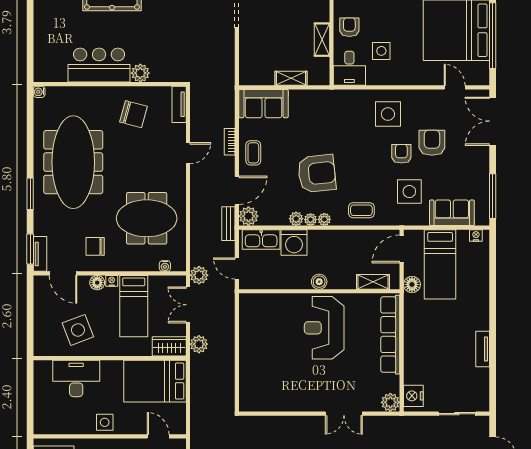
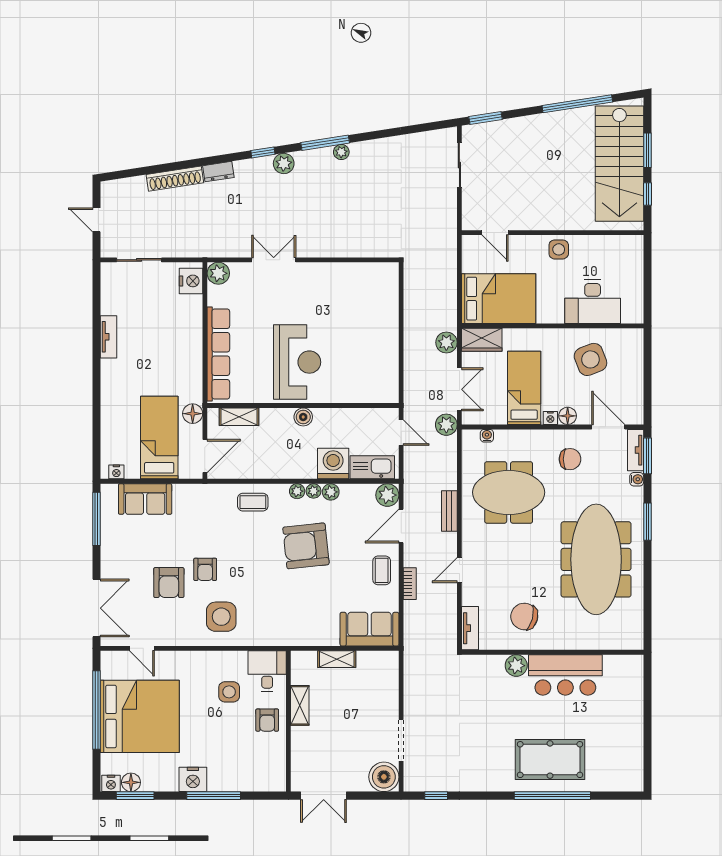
water cooler: (39, 92) -> (637, 479), moved
side table: (409, 192) -> (196, 524), removed
bench: (228, 224) -> (449, 511), moved

